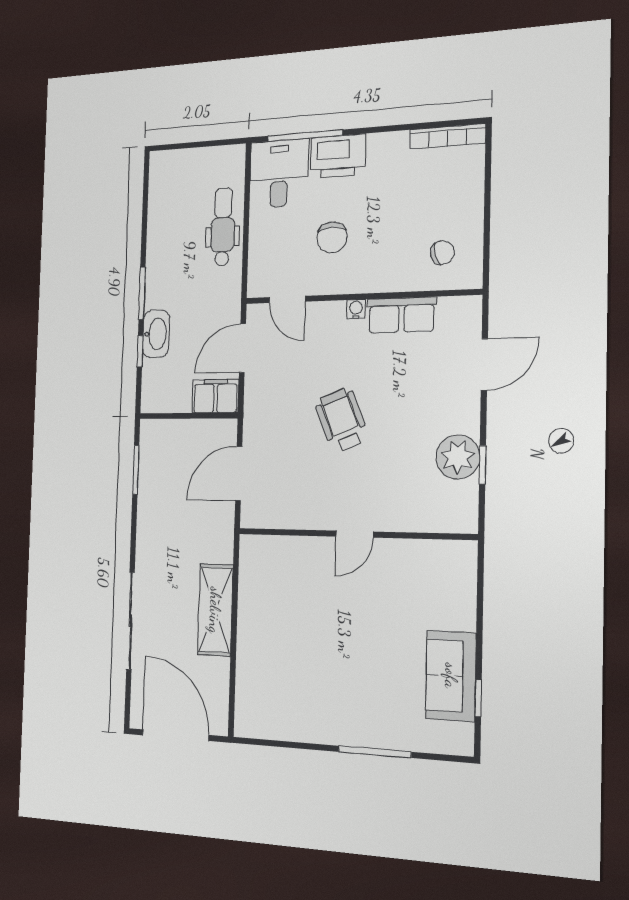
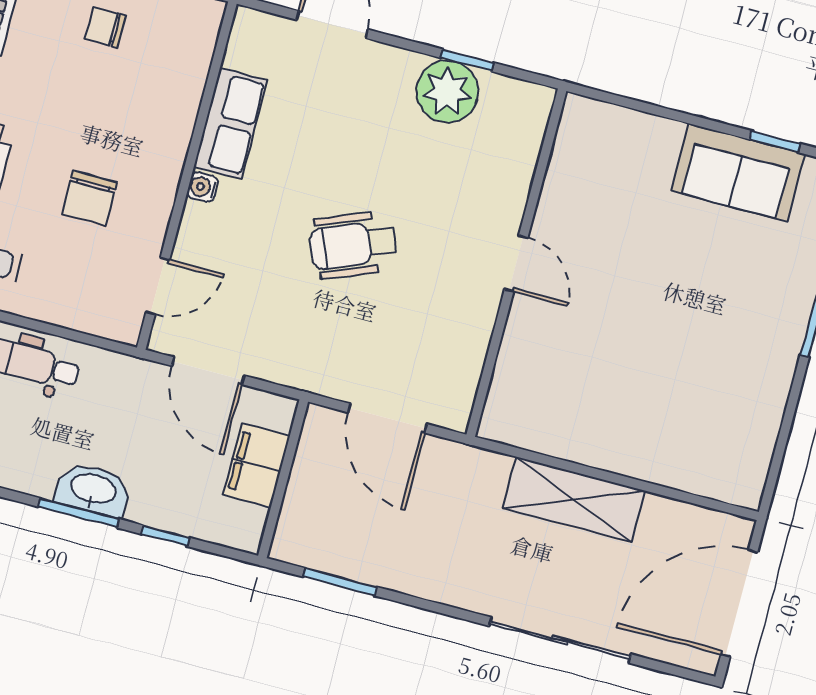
chair: (332, 237) -> (89, 198), turned 90
chair: (442, 253) -> (105, 27), moved, turned -73
washbasin: (156, 334) -> (93, 490), moved
filing cabinet: (215, 396) -> (256, 465), moved

